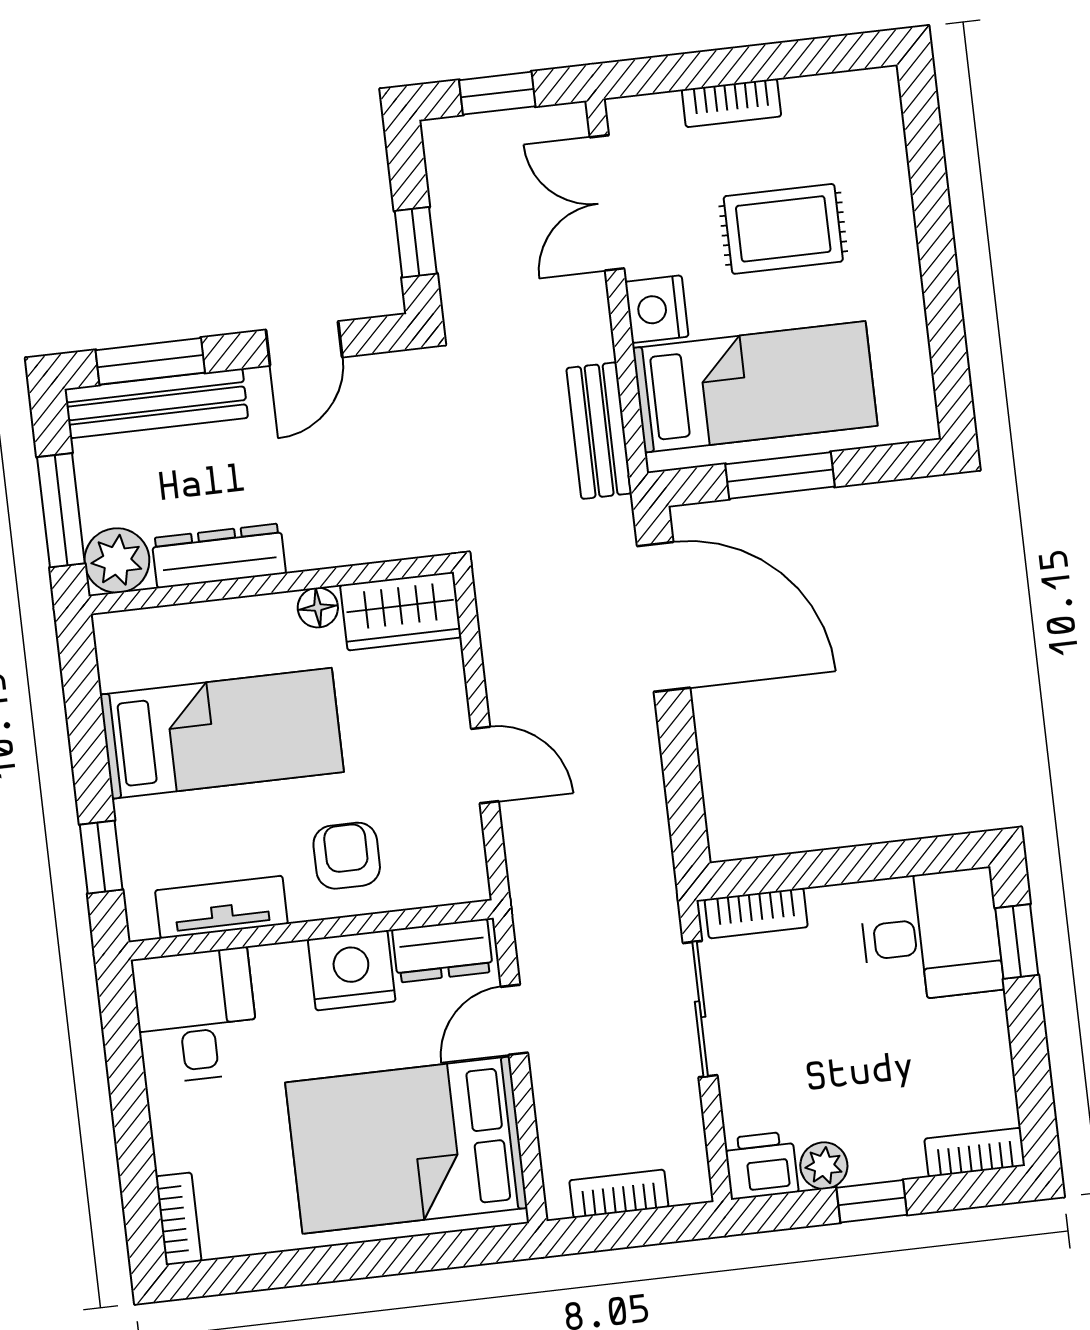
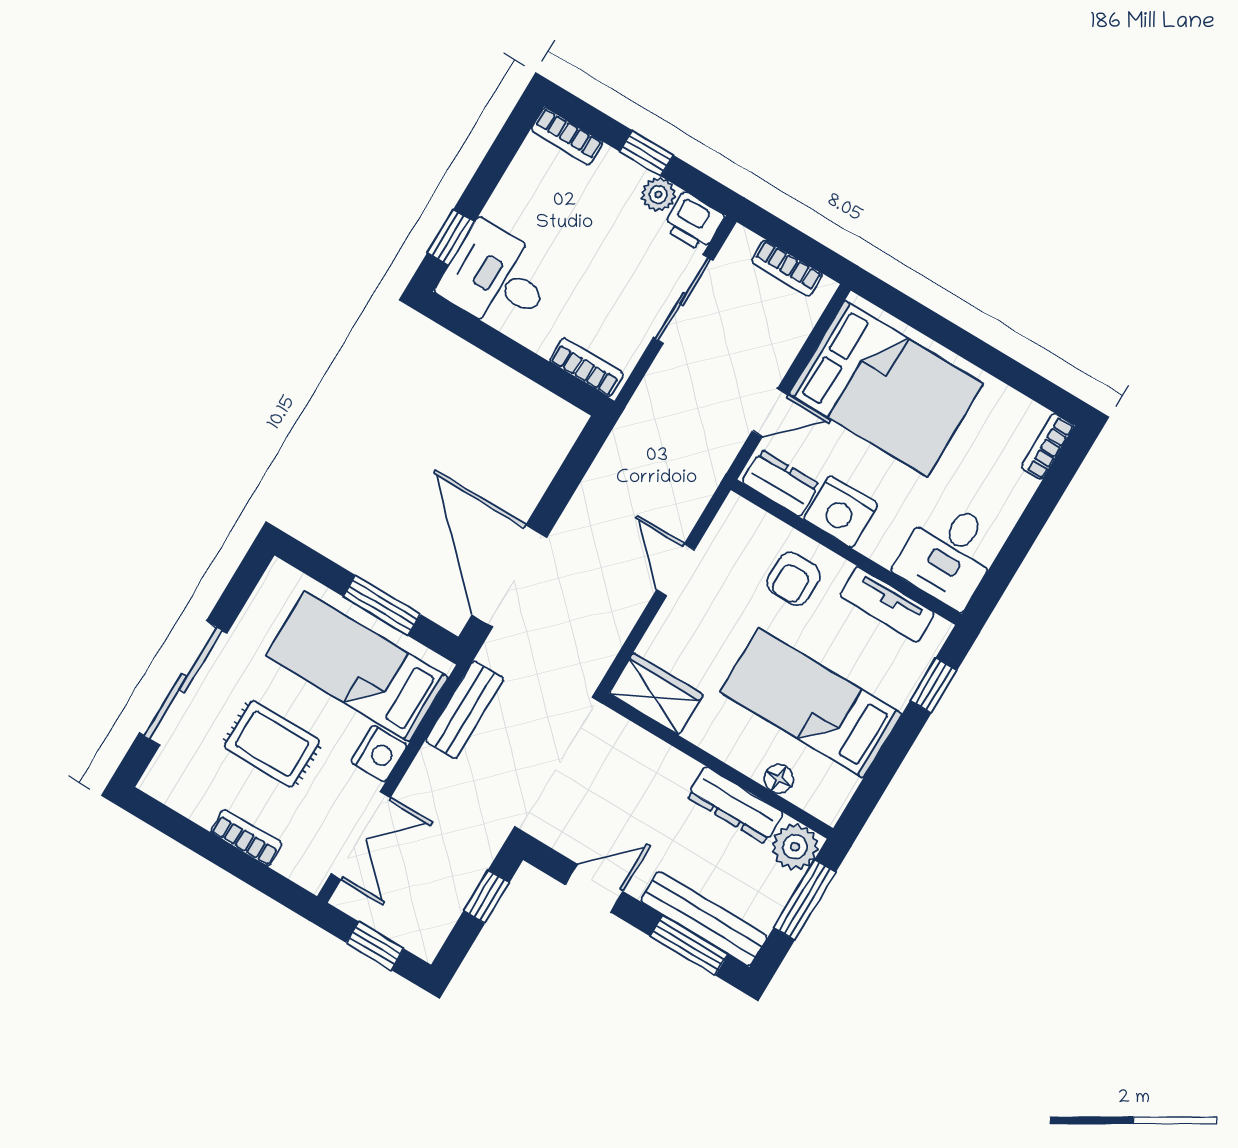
sliding door: (933, 220) -> (183, 683), added
floor lamp: (318, 608) -> (779, 779), moved
sliding door: (700, 1009) -> (683, 299), moved

